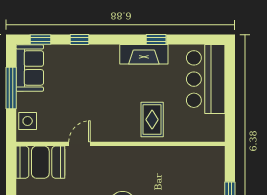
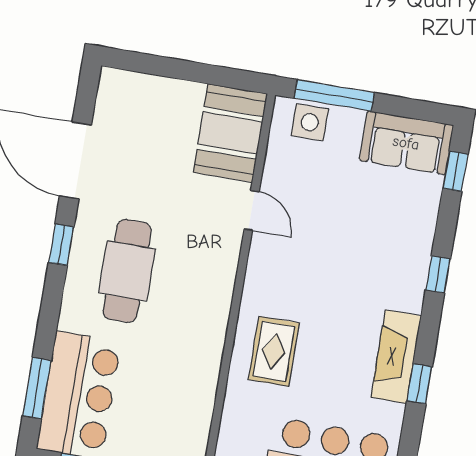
window: (79, 40) -> (438, 274), moved
window: (11, 88) -> (334, 95), moved
rug: (152, 120) -> (274, 351), turned 90

